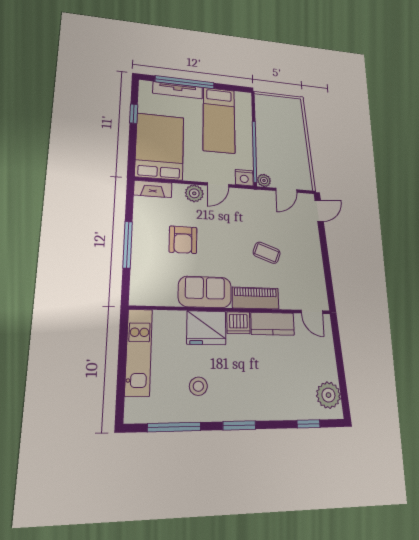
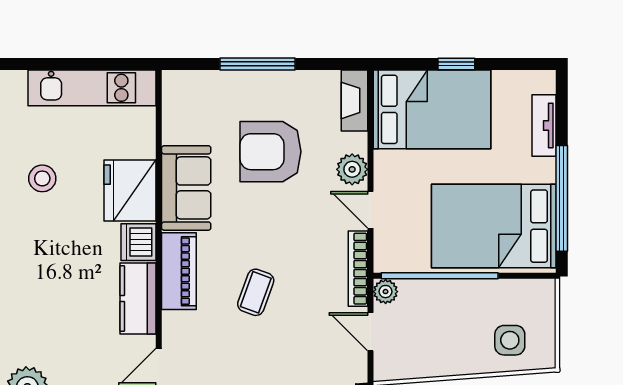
window: (185, 82) -> (562, 198), moved
tv unit: (178, 90) -> (544, 126), width x0.71
window: (134, 114) -> (456, 64), moved
side table: (288, 119) -> (510, 340), added
bed: (219, 120) -> (494, 226), width x1.50
nightstand: (244, 178) -> (388, 256), removed
bookcase: (252, 194) -> (358, 269), added
armchair: (183, 240) -> (270, 152), width x1.36, depth x1.36

